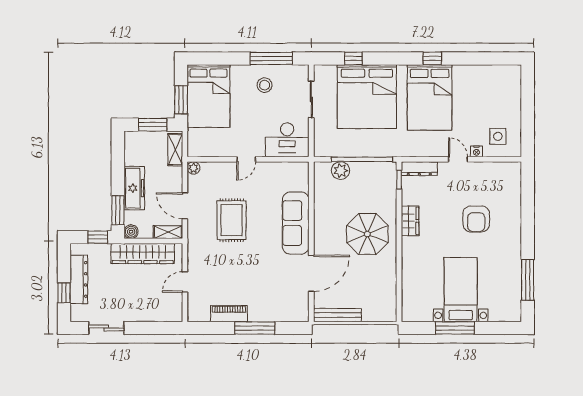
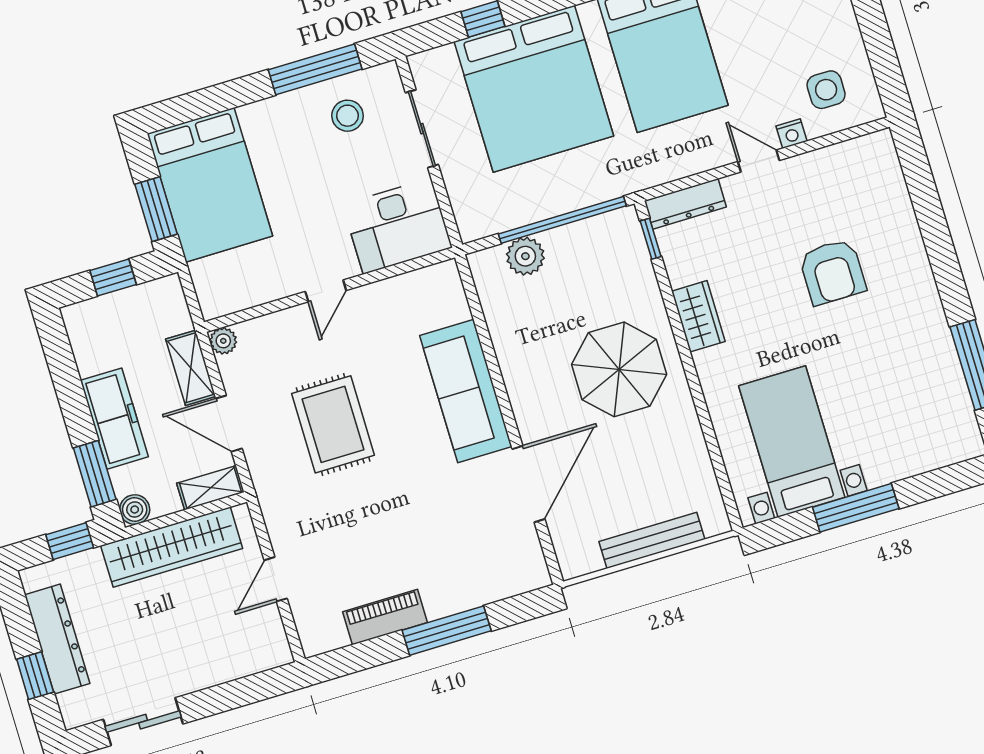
stool: (265, 85) -> (348, 116), moved
window: (153, 125) -> (113, 278), width x0.67
shelving: (175, 150) -> (191, 368), moved
bed with nightstands: (461, 290) -> (792, 442), moved
bench: (337, 315) -> (652, 540), moved

